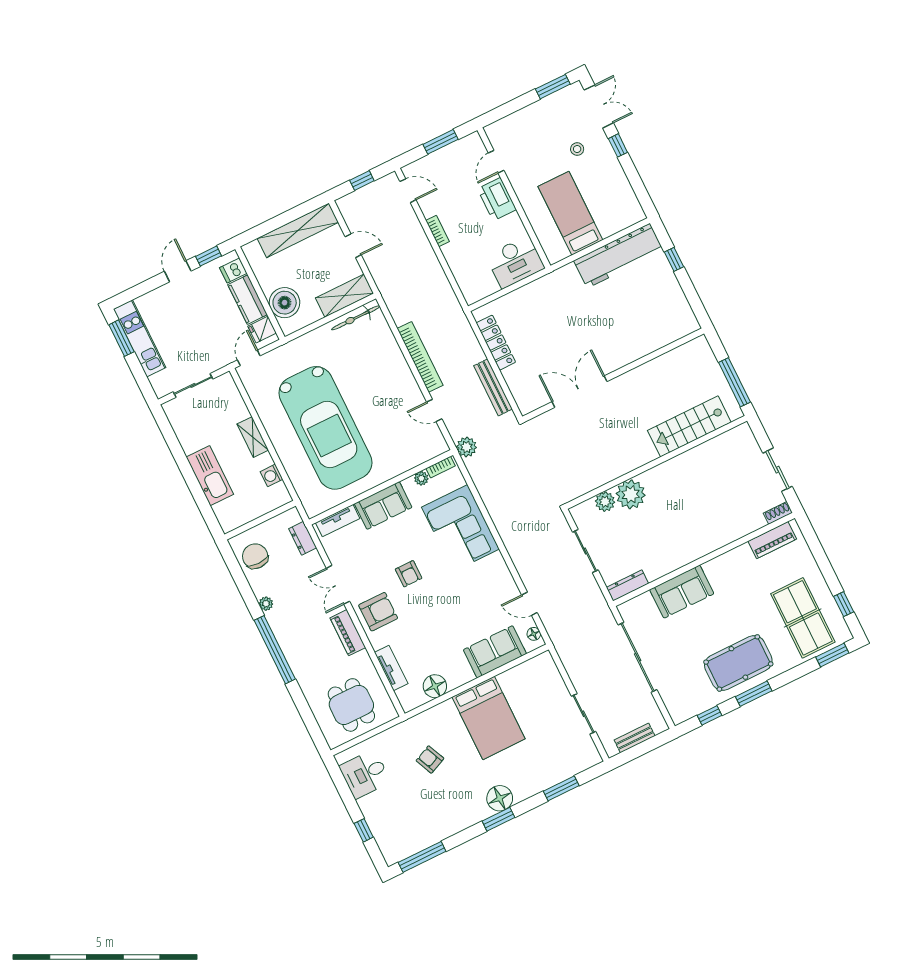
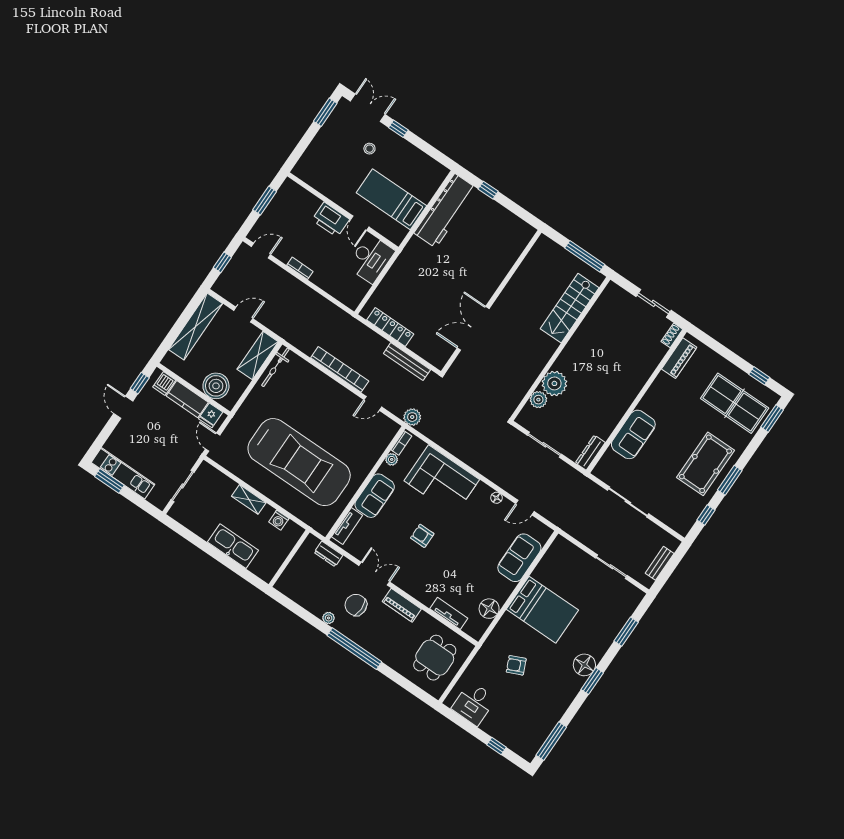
door: (496, 162) -> (360, 223), moved
chair: (255, 556) -> (356, 605), moved
armchair: (409, 574) -> (422, 536), turned 180
double door: (338, 585) -> (374, 574), swing flipped
armchair: (378, 612) -> (416, 577), removed
floor lamp: (534, 634) -> (497, 498), moved
sliding door: (638, 657) -> (628, 502), width x0.73
dining table: (351, 705) -> (435, 658), turned 90

